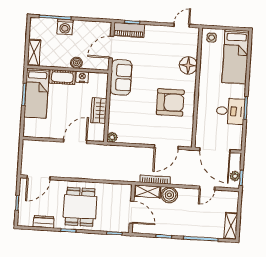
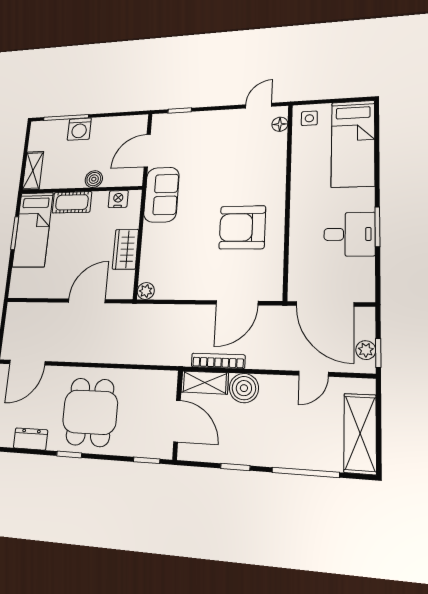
piano: (129, 30) -> (175, 122), removed
floor lamp: (188, 65) -> (280, 124), moved, width x0.53, depth x0.53
nightstand: (82, 77) -> (118, 199), moved
armchair: (170, 102) -> (242, 227), turned 180
shelving: (231, 226) -> (360, 433), width x1.50, depth x1.33

